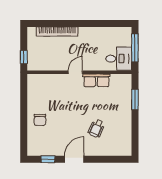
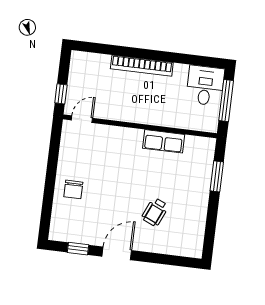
bookcase: (57, 31) -> (142, 66), moved
desk: (119, 59) -> (205, 86), moved, turned -90
door: (75, 72) -> (82, 119), moved

